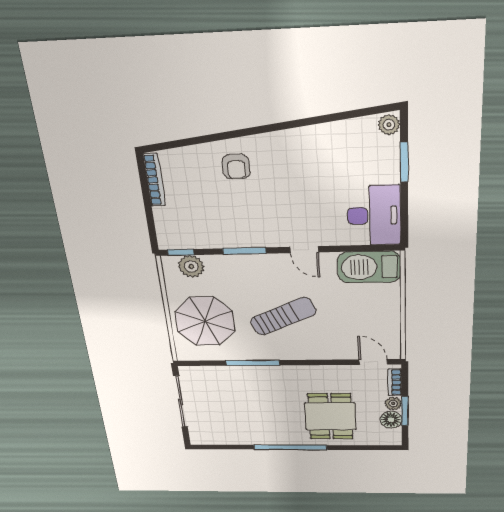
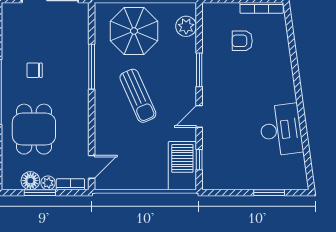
plant: (389, 125) -> (298, 182), removed
armchair: (236, 167) -> (242, 41), moved
desk: (374, 216) -> (281, 130), moved, turned -98
window: (181, 252) -> (199, 160), moved
chair: (263, 416) -> (35, 70), added
dining table: (330, 416) -> (34, 129), turned 90

